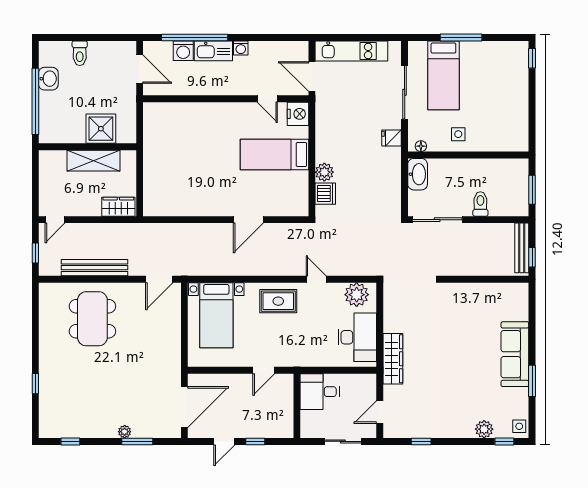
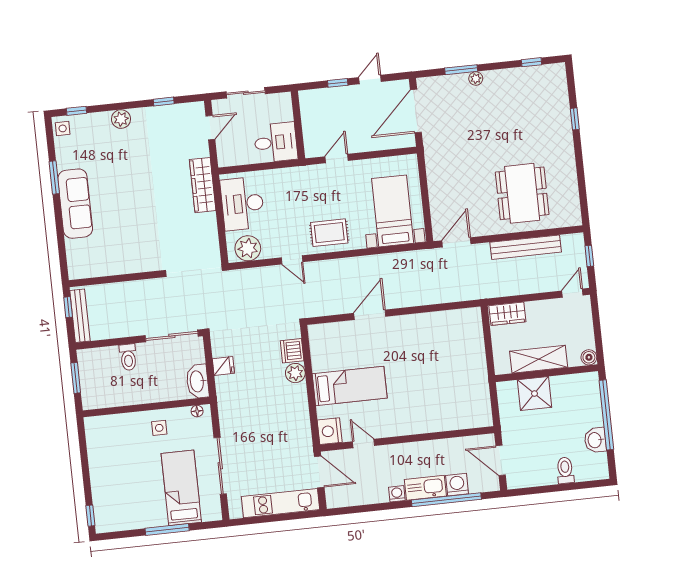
fridge: (392, 138) -> (223, 366), moved
boiler: (46, 157) -> (589, 357), added
plant: (484, 429) -> (121, 119), moved

